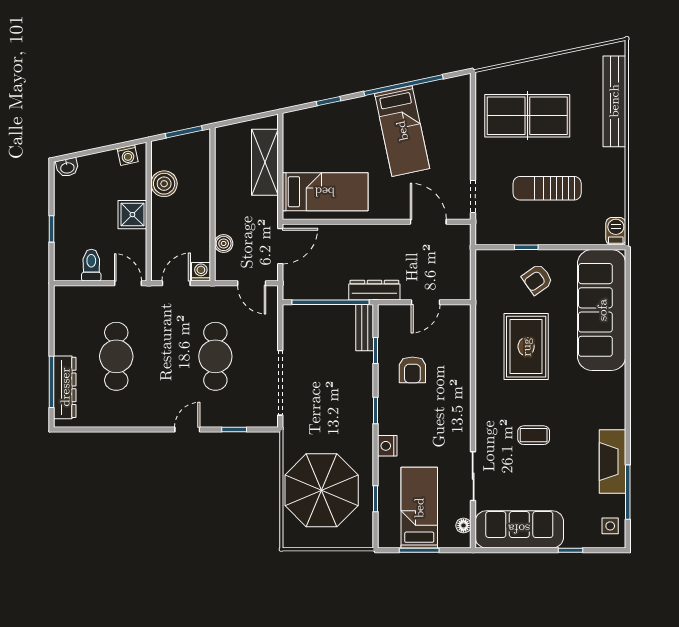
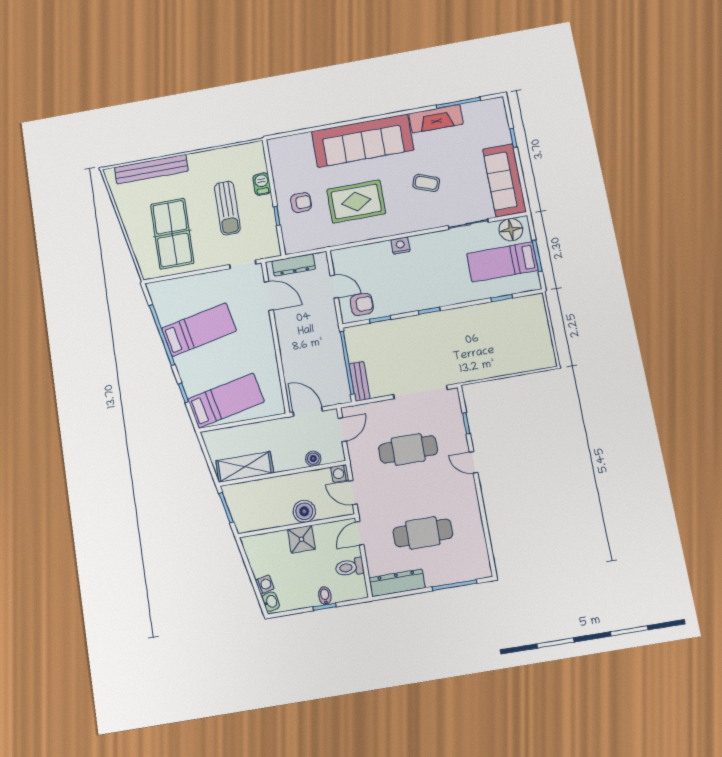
washing machine: (128, 155) -> (265, 585), moved
shelving: (265, 162) -> (245, 467), moved
boiler: (164, 184) -> (304, 511), moved
bed: (325, 192) -> (226, 400), moved, turned 78
door: (428, 222) -> (269, 296), swing flipped
bidet: (64, 231) -> (325, 596), added
barbecue: (616, 231) -> (262, 184), moved, turned 90
armchair: (537, 279) -> (301, 203), turned -55
dresser: (374, 290) -> (294, 265), moved, turned -90
sofa: (602, 310) -> (363, 141), moved
bench: (365, 328) -> (360, 381), moved, turned 90
armchair: (412, 370) -> (362, 304), moved
dresser: (65, 387) -> (397, 583), moved
coffee table: (534, 435) -> (426, 183), turned -70
nightstand: (387, 446) -> (401, 246), moved, turned 180
parasol: (322, 490) -> (503, 343), removed
floor lamp: (463, 525) -> (511, 230), width x1.89, depth x1.89
side table: (610, 526) -> (488, 111), removed

